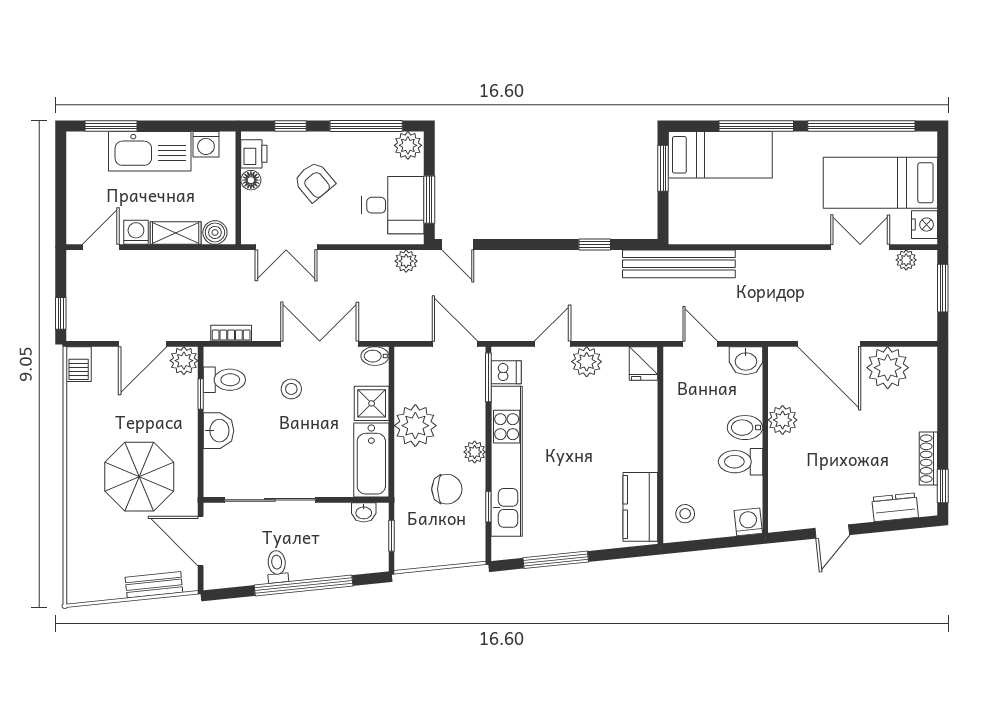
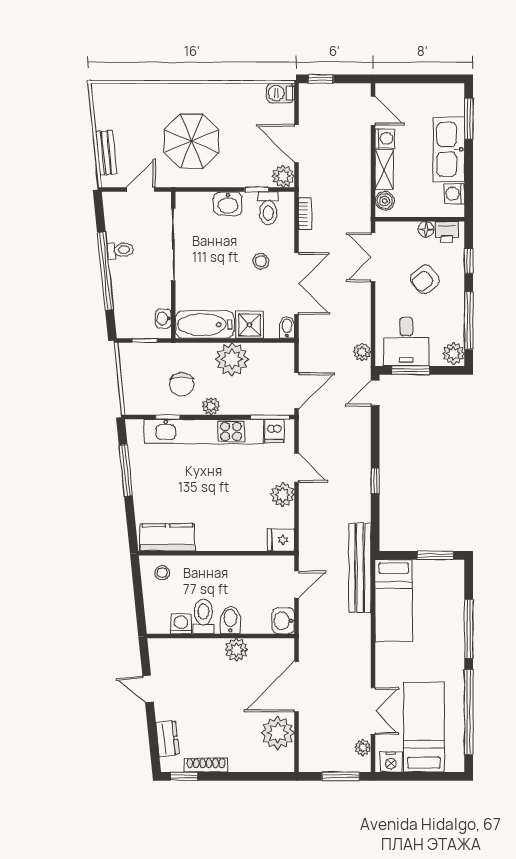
bed: (720, 155) -> (394, 601), moved
window: (595, 244) -> (375, 481), moved
washing machine: (748, 522) -> (181, 624), moved, turned -84
door: (201, 541) -> (141, 190), width x0.73

